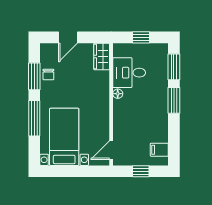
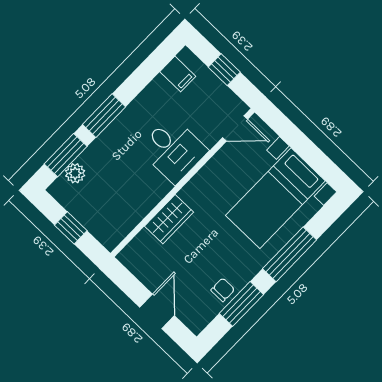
door: (68, 37) -> (157, 311), hinge flipped
wardrobe: (102, 57) -> (169, 219), moved
plant: (162, 63) -> (75, 173), added
desk: (129, 73) -> (173, 150), moved
floor lamp: (118, 94) -> (163, 188), removed

